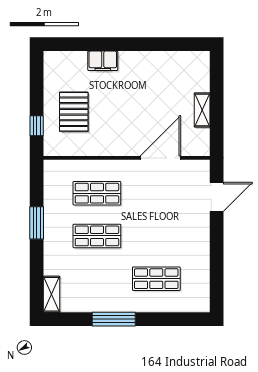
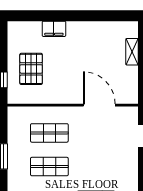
shelving: (202, 110) -> (132, 52), moved
door: (160, 158) -> (99, 105), hinge flipped

